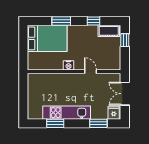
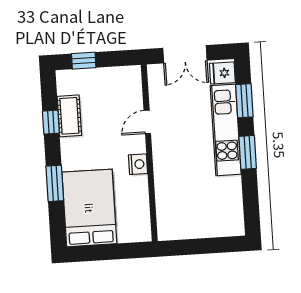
cot: (109, 31) -> (69, 116), moved
kitchen unit: (67, 113) -> (226, 130), moved
window: (55, 123) -> (248, 152), moved

